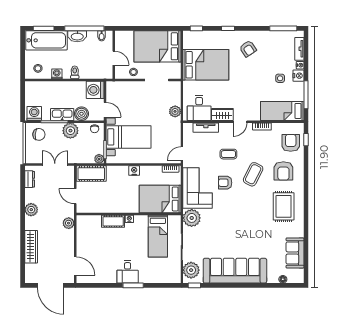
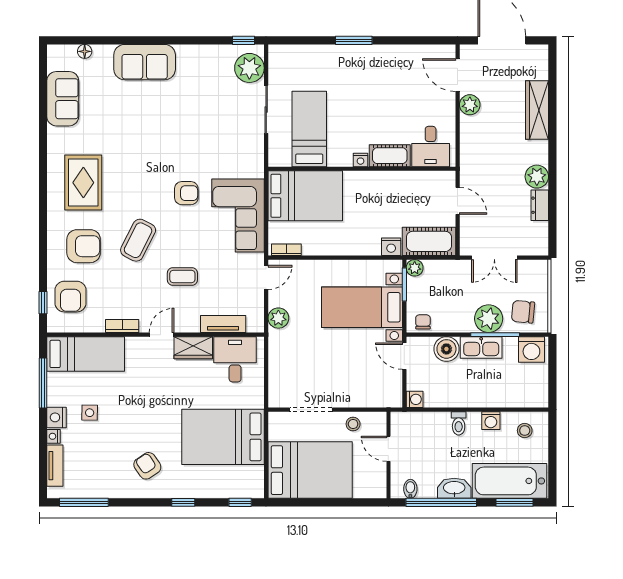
washing machine: (95, 90) -> (415, 399), width x0.53, depth x0.53
plant: (175, 111) -> (278, 318), moved
plant: (70, 131) -> (489, 319), moved
nightstand: (134, 171) -> (391, 247), moved
armchair: (283, 171) -> (84, 246), turned 90
dresser: (30, 179) -> (540, 205), moved
armchair: (225, 183) -> (186, 193), moved
plant: (192, 218) -> (248, 162), removed
plant: (69, 223) -> (470, 105), moved
sofa: (235, 271) -> (145, 62), width x0.54, depth x0.79
desk: (128, 272) -> (431, 147), moved, turned 180

